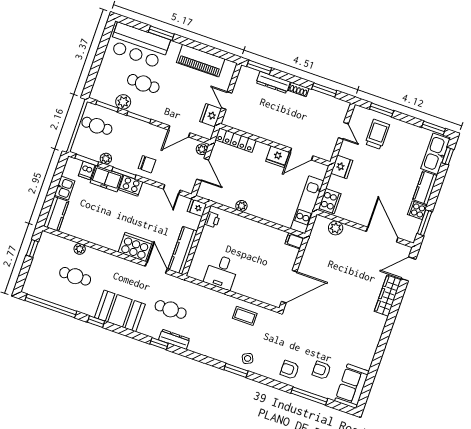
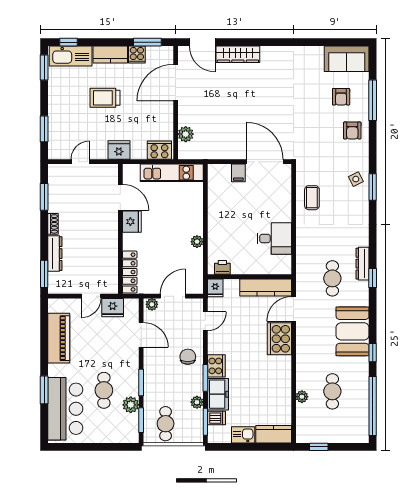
trolley: (377, 134) -> (105, 98), moved
filing cabinet: (294, 241) -> (238, 173), moved

